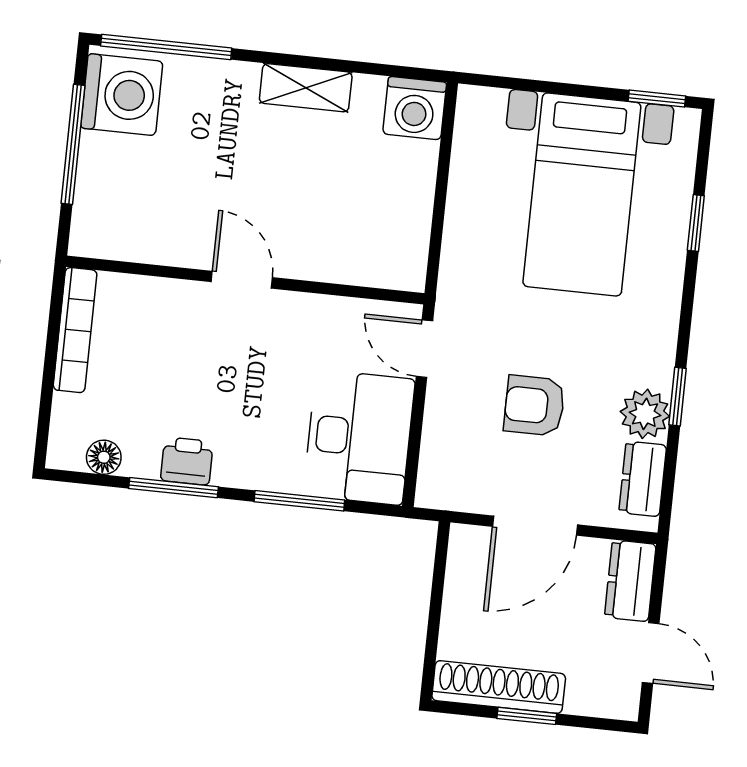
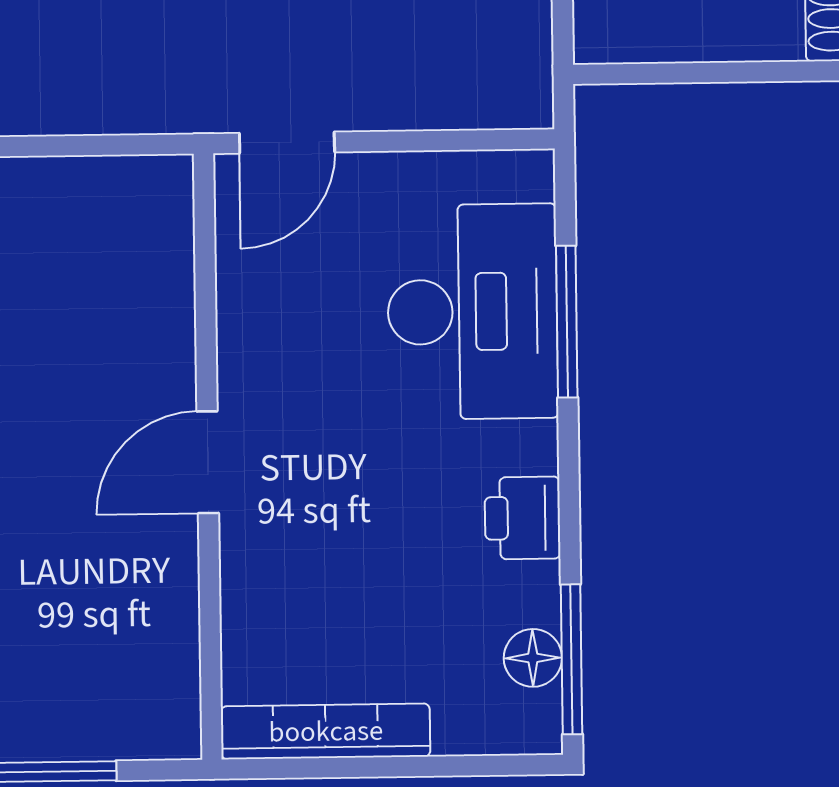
desk: (359, 437) -> (473, 312), moved, turned 90
window: (173, 488) -> (572, 659), moved

